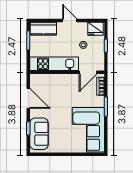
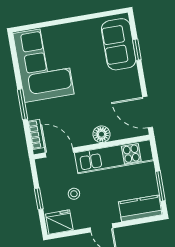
door: (88, 72) -> (59, 153), hinge flipped
floor lamp: (60, 79) -> (101, 134), added
door: (28, 98) -> (148, 112), moved

